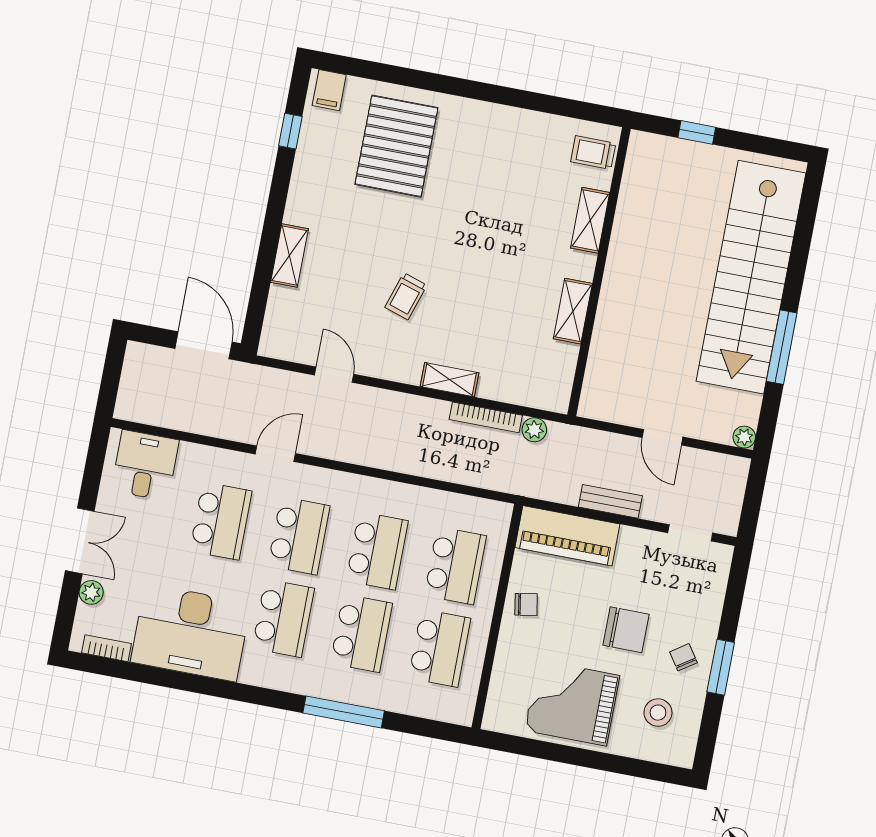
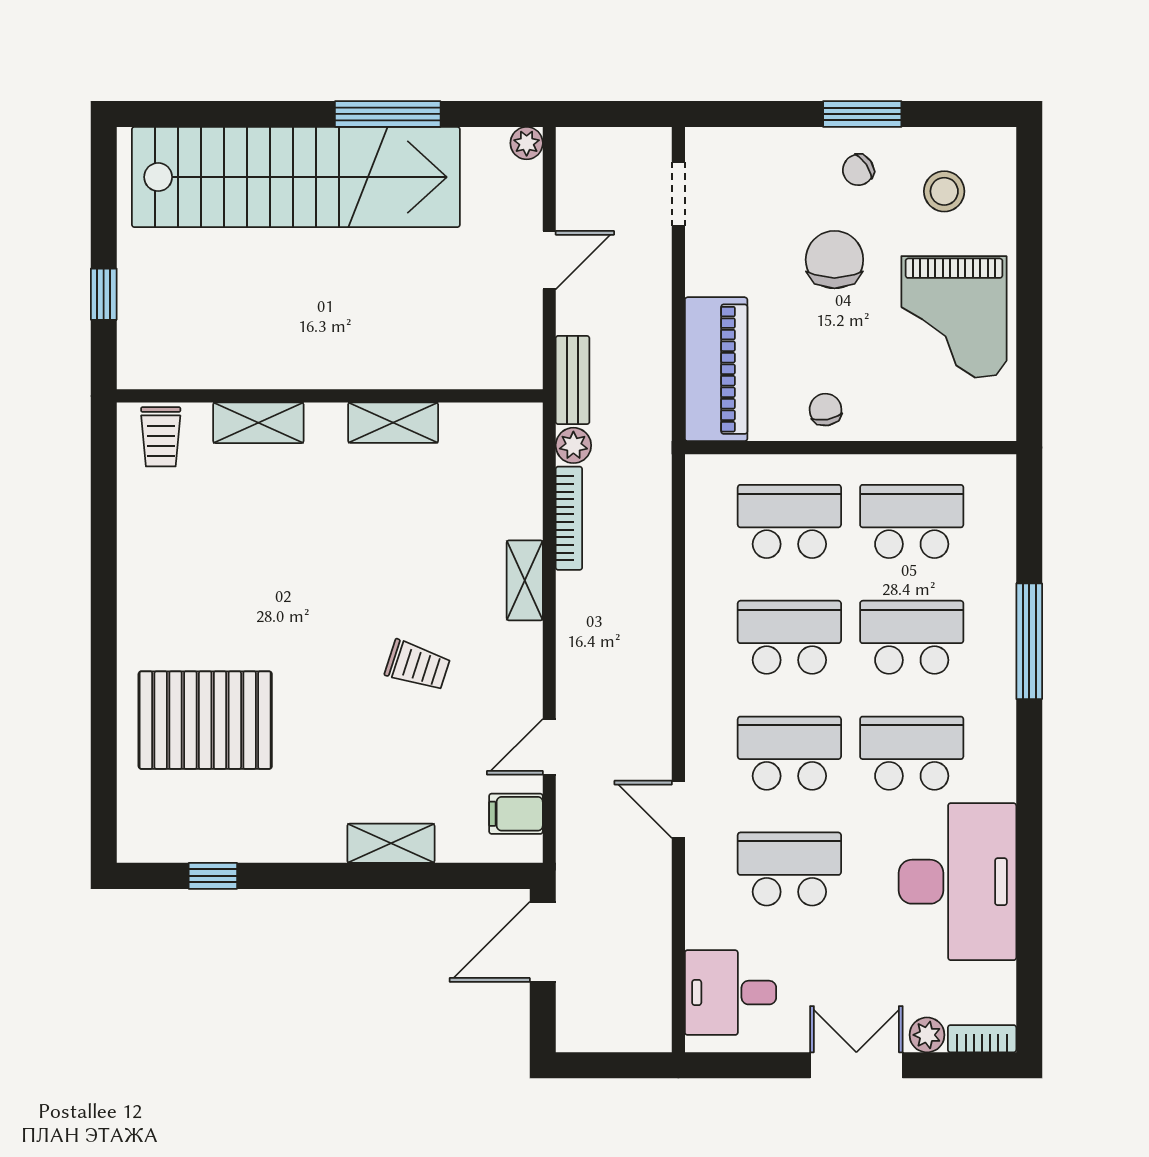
filing cabinet: (329, 90) -> (516, 814), moved, turned 180
bench: (610, 501) -> (573, 380), moved
bookcase: (106, 648) -> (982, 1039), moved, turned 90

